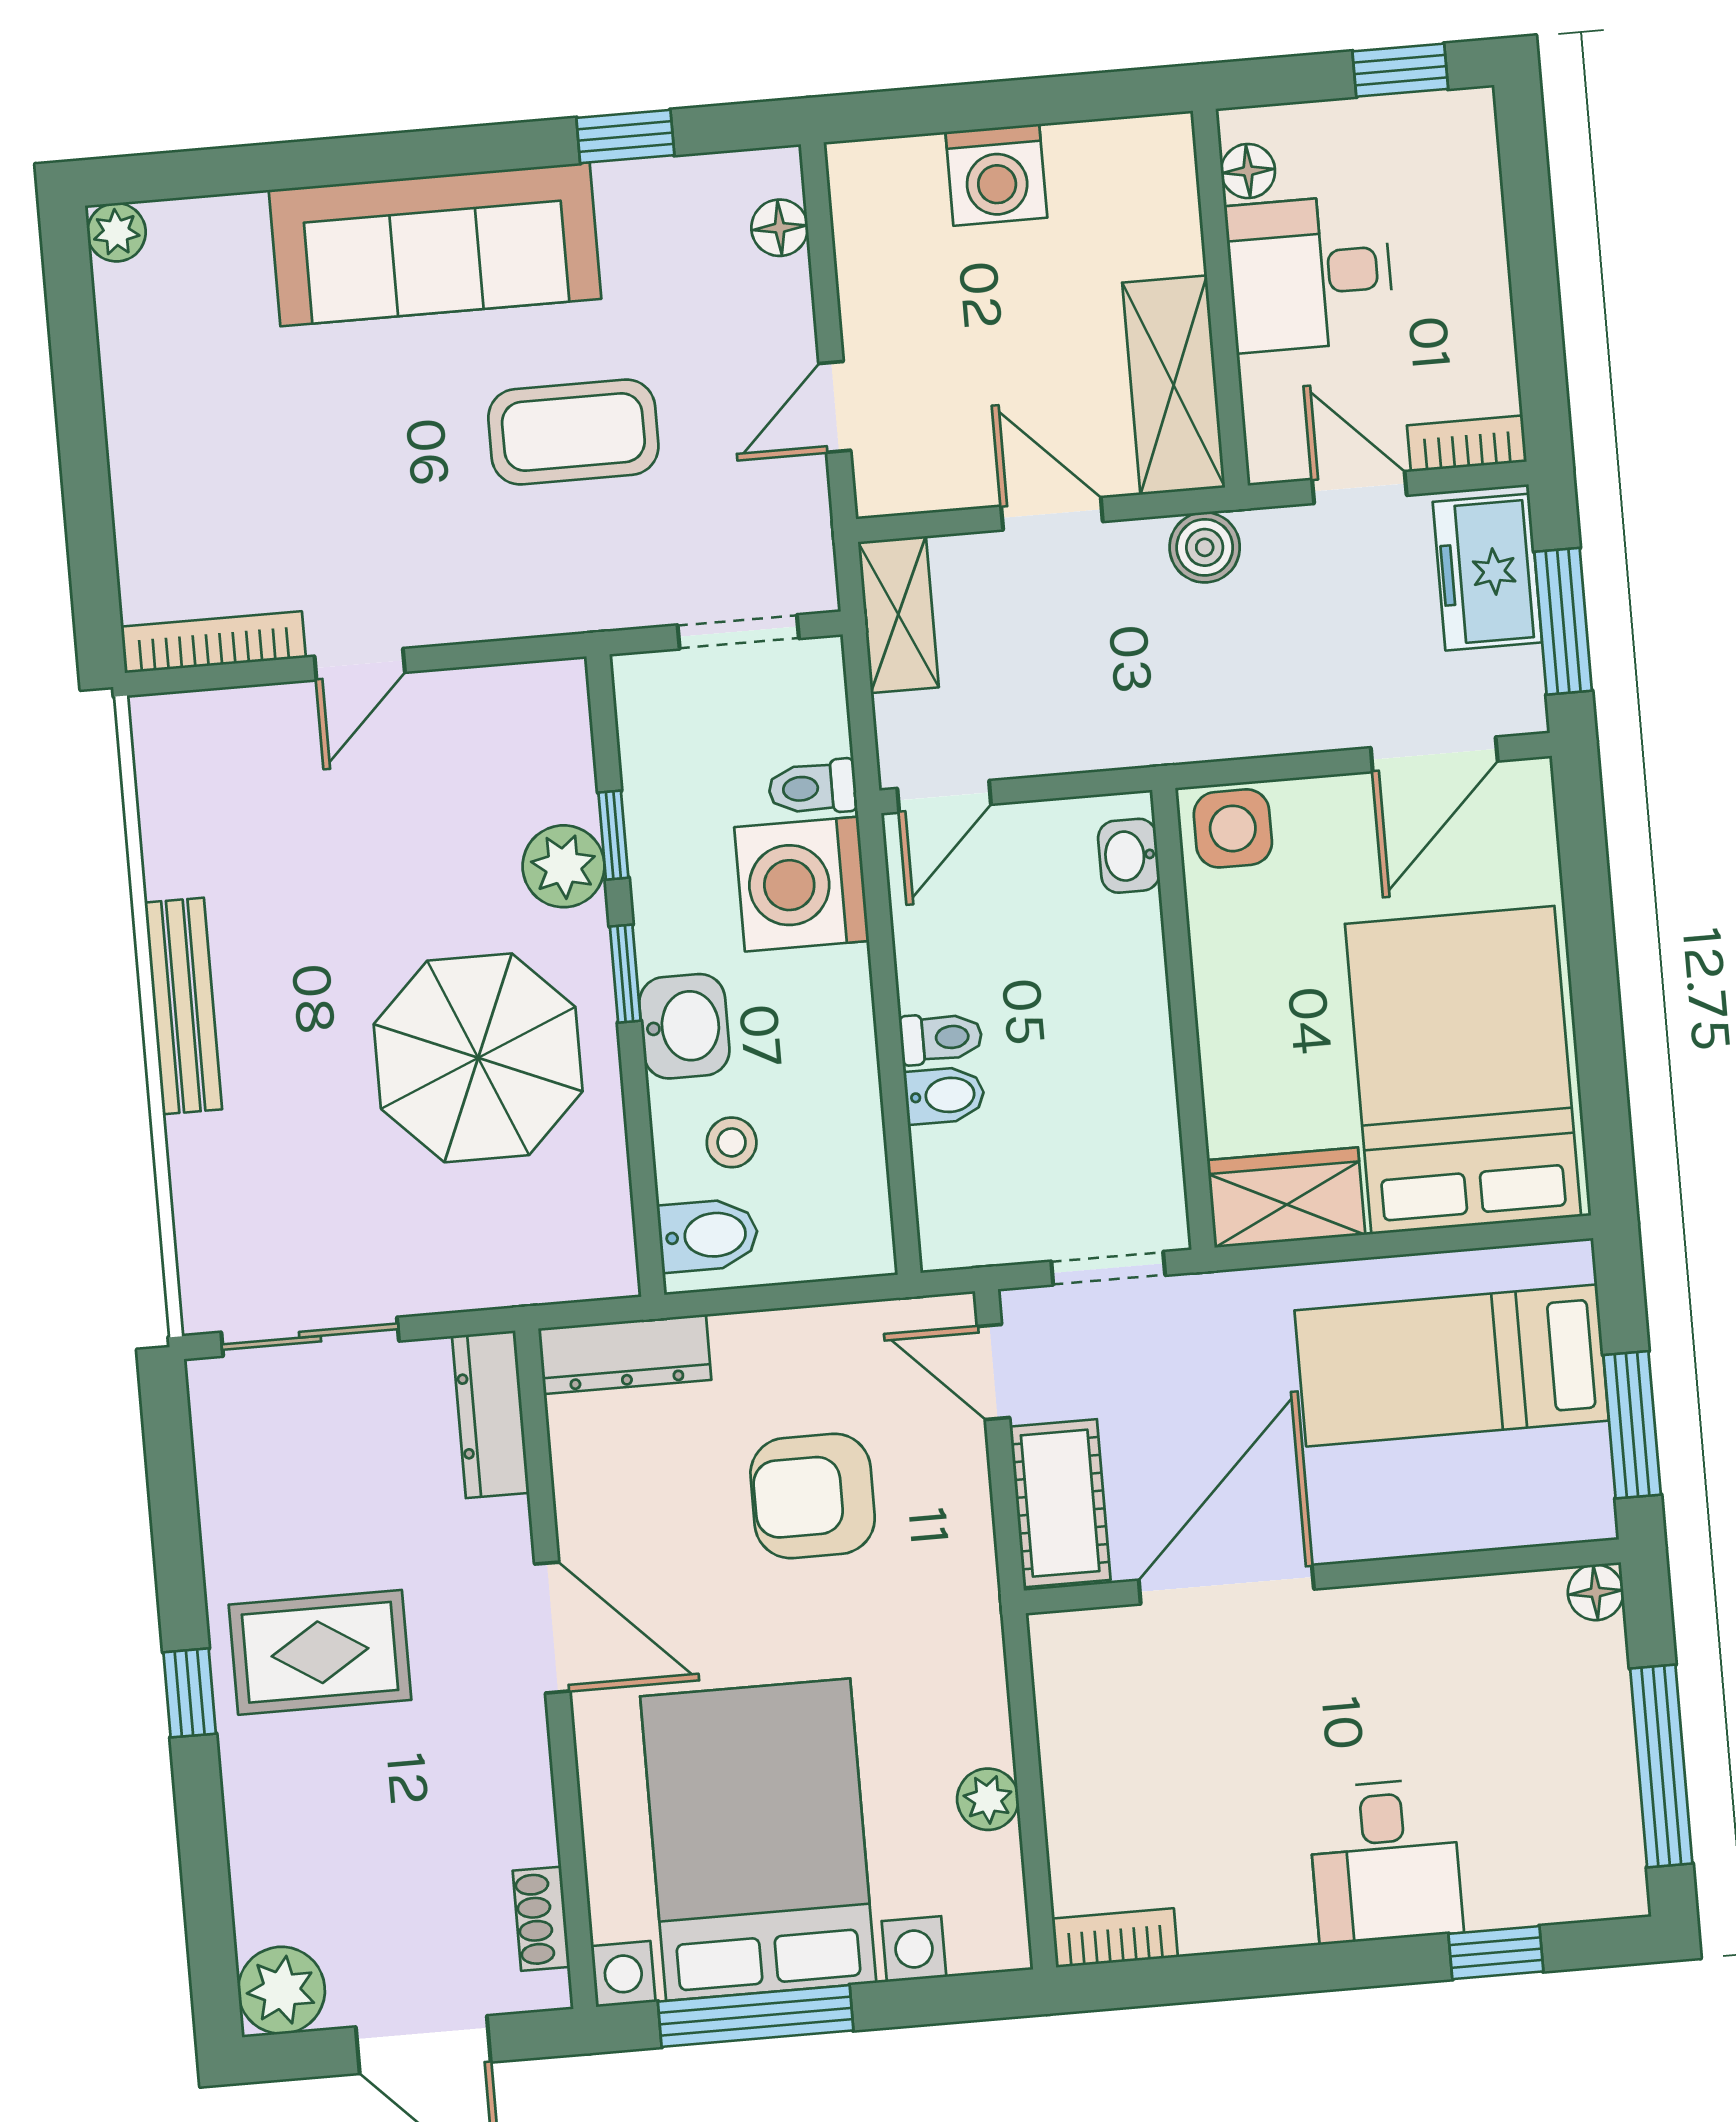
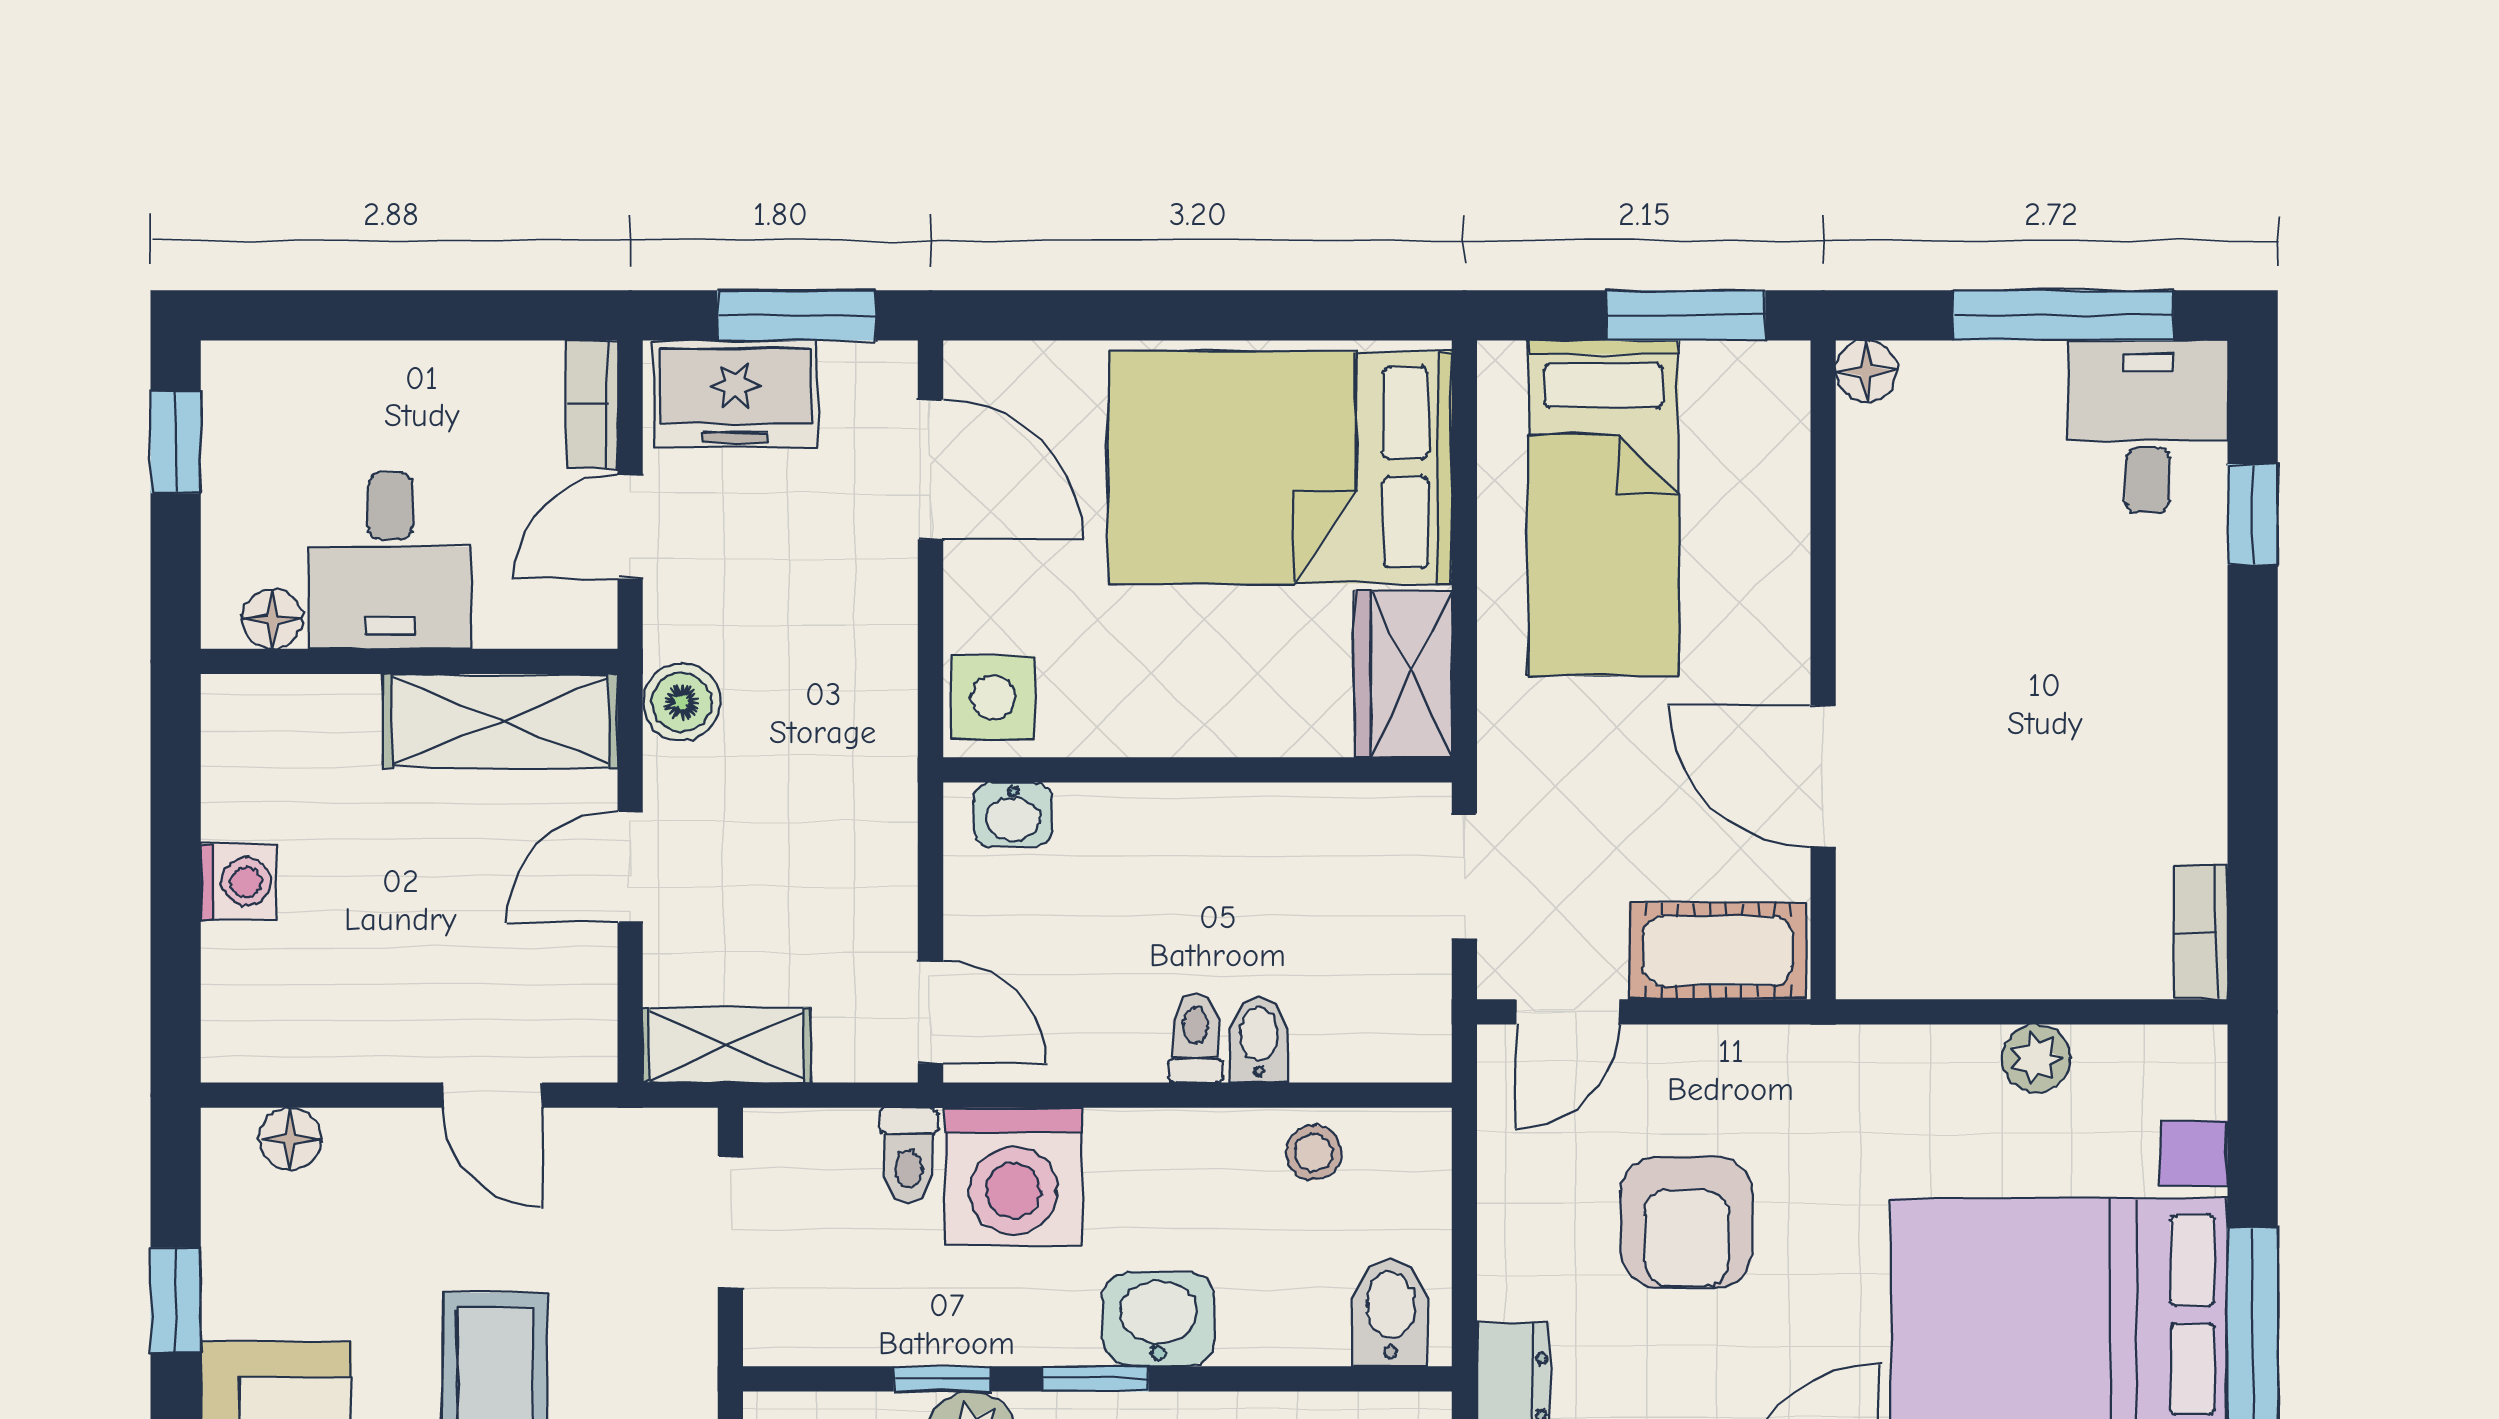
washing machine: (996, 175) -> (238, 882), width x0.73, depth x0.73
stool: (732, 1142) -> (1313, 1153), moved
door: (1226, 1585) -> (1823, 776), width x0.73
desk: (1385, 1861) -> (2148, 427), moved, turned -90

